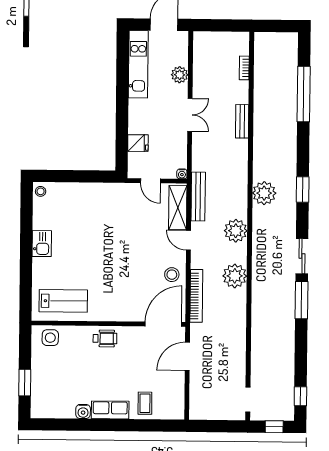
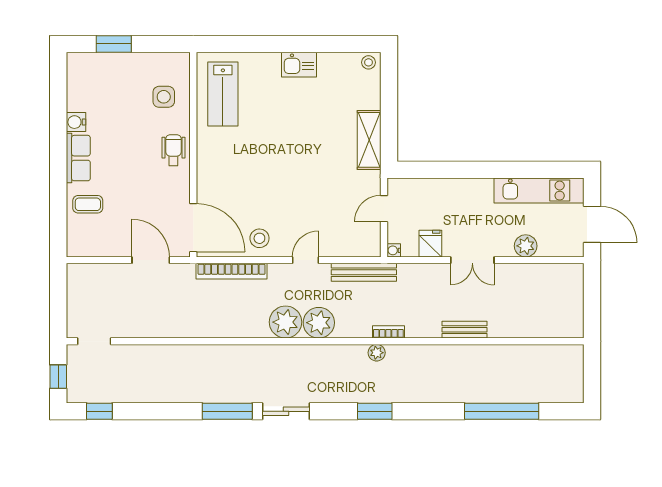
bookcase: (244, 68) -> (388, 332), moved
fridge: (138, 143) -> (430, 244), moved, turned 180
plant: (264, 193) -> (377, 353), width x0.53, depth x0.53
shelving: (178, 208) -> (369, 140), moved, turned 90
plant: (235, 276) -> (286, 322), moved
side table: (50, 338) -> (164, 97), moved
wheelchair: (105, 338) -> (173, 150), turned 180

